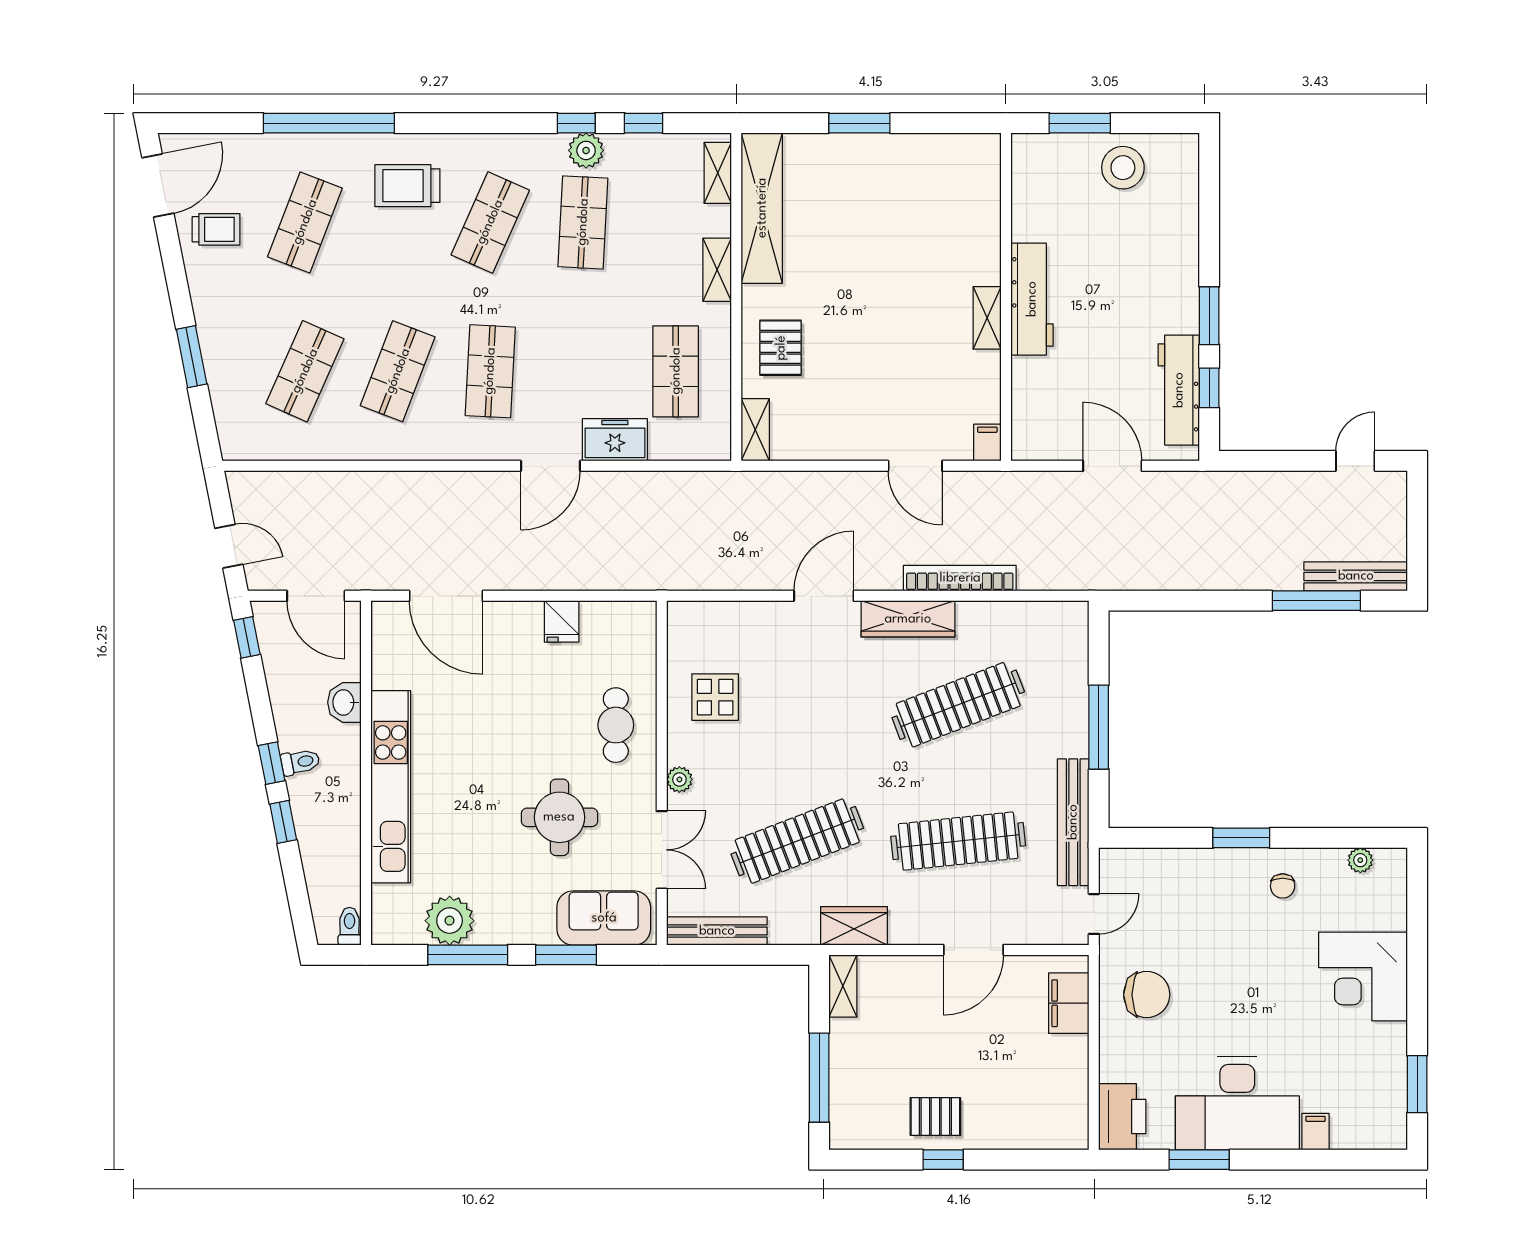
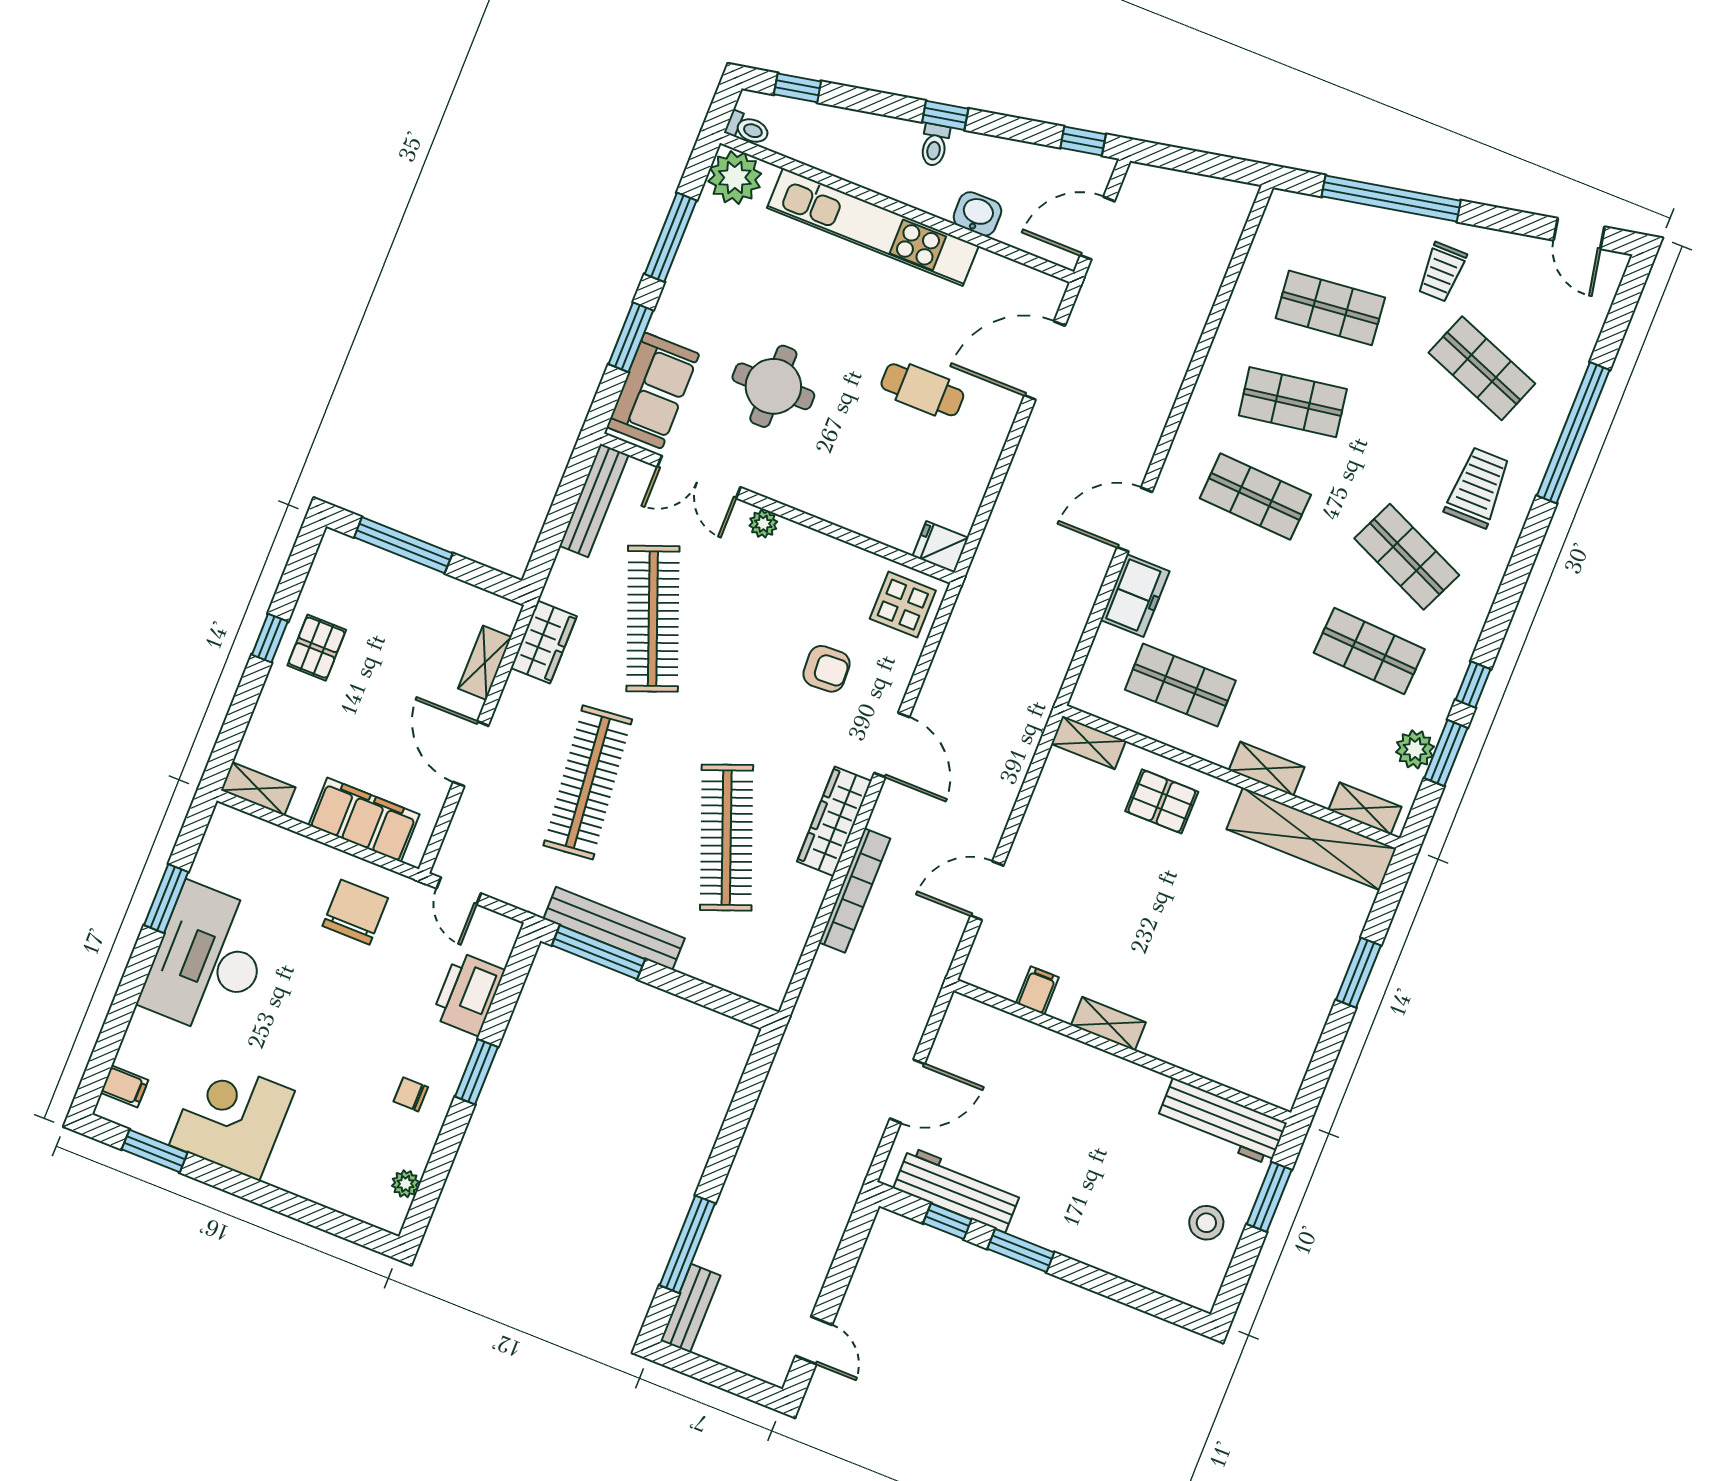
window: (644, 123) -> (1446, 753), width x1.50
plant: (586, 150) -> (1415, 749), moved
stool: (1123, 168) -> (1206, 1223), width x0.73, depth x0.73
door: (158, 186) -> (1579, 233), width x0.73
trolley: (216, 229) -> (1442, 272), moved
workbench: (1032, 299) -> (1222, 1122), moved
window: (192, 357) -> (1391, 198), width x2.11
shop shelf: (305, 371) -> (1330, 308), turned -30
shop shelf: (398, 371) -> (1293, 402), turned -30
filing cabinet: (987, 443) -> (1037, 990), moved, turned -90
door: (551, 466) -> (1135, 520), hinge flipped
door: (229, 546) -> (1183, 160), removed
bench: (1356, 576) -> (691, 1308), width x0.73
fridge: (562, 621) -> (940, 547), moved
armchair: (781, 677) -> (826, 669), added
display table: (715, 697) -> (903, 605), moved
cafe table: (616, 725) -> (922, 390), moved
window: (1099, 727) -> (598, 952), moved
window: (283, 822) -> (797, 88), moved
bench: (1073, 822) -> (614, 928), moved
plant: (450, 921) -> (735, 177), moved
corner desk: (1363, 976) -> (232, 1118), moved
shelving: (843, 986) -> (485, 663), moved, turned 90
chair: (1147, 995) -> (355, 912), turned 180
filing cabinet: (1069, 1003) -> (364, 820), width x1.50, depth x1.17
printer: (1122, 1116) -> (468, 994), moved, turned 90
shelving: (1075, 1119) -> (258, 789), added
filing cabinet: (1316, 1132) -> (124, 1086), moved

